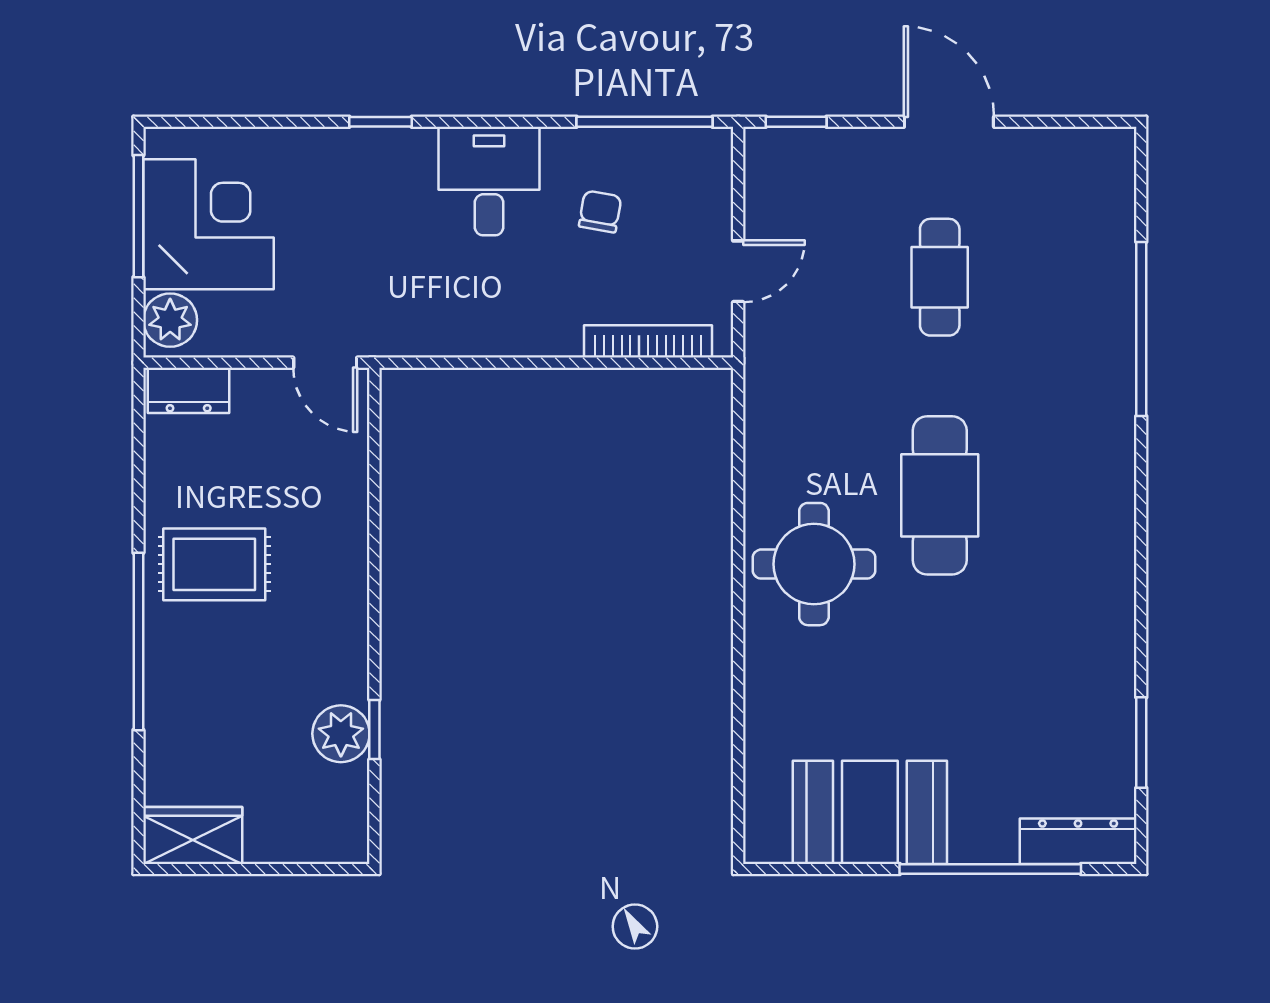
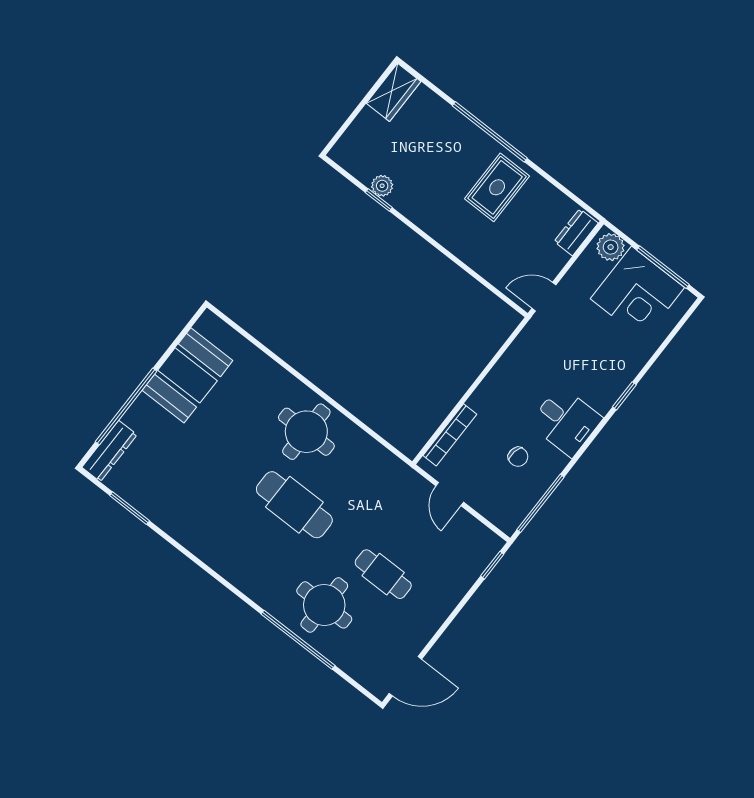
door: (949, 122) -> (405, 676), moved
round table: (1057, 330) -> (324, 605), added
plant: (341, 734) -> (382, 186), width x0.73, depth x0.73

